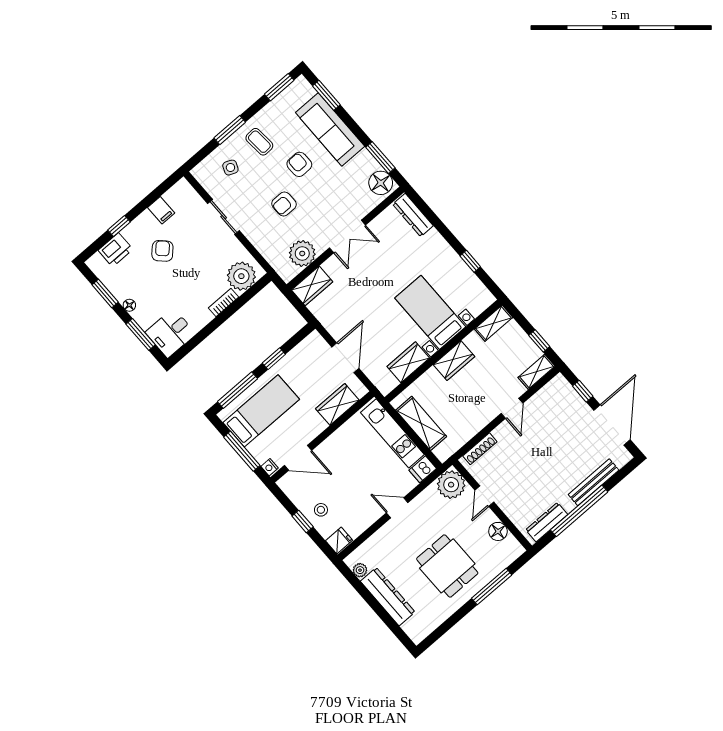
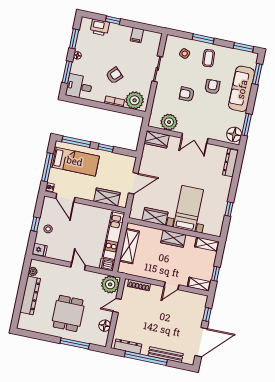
armchair: (162, 251) -> (114, 75), moved

